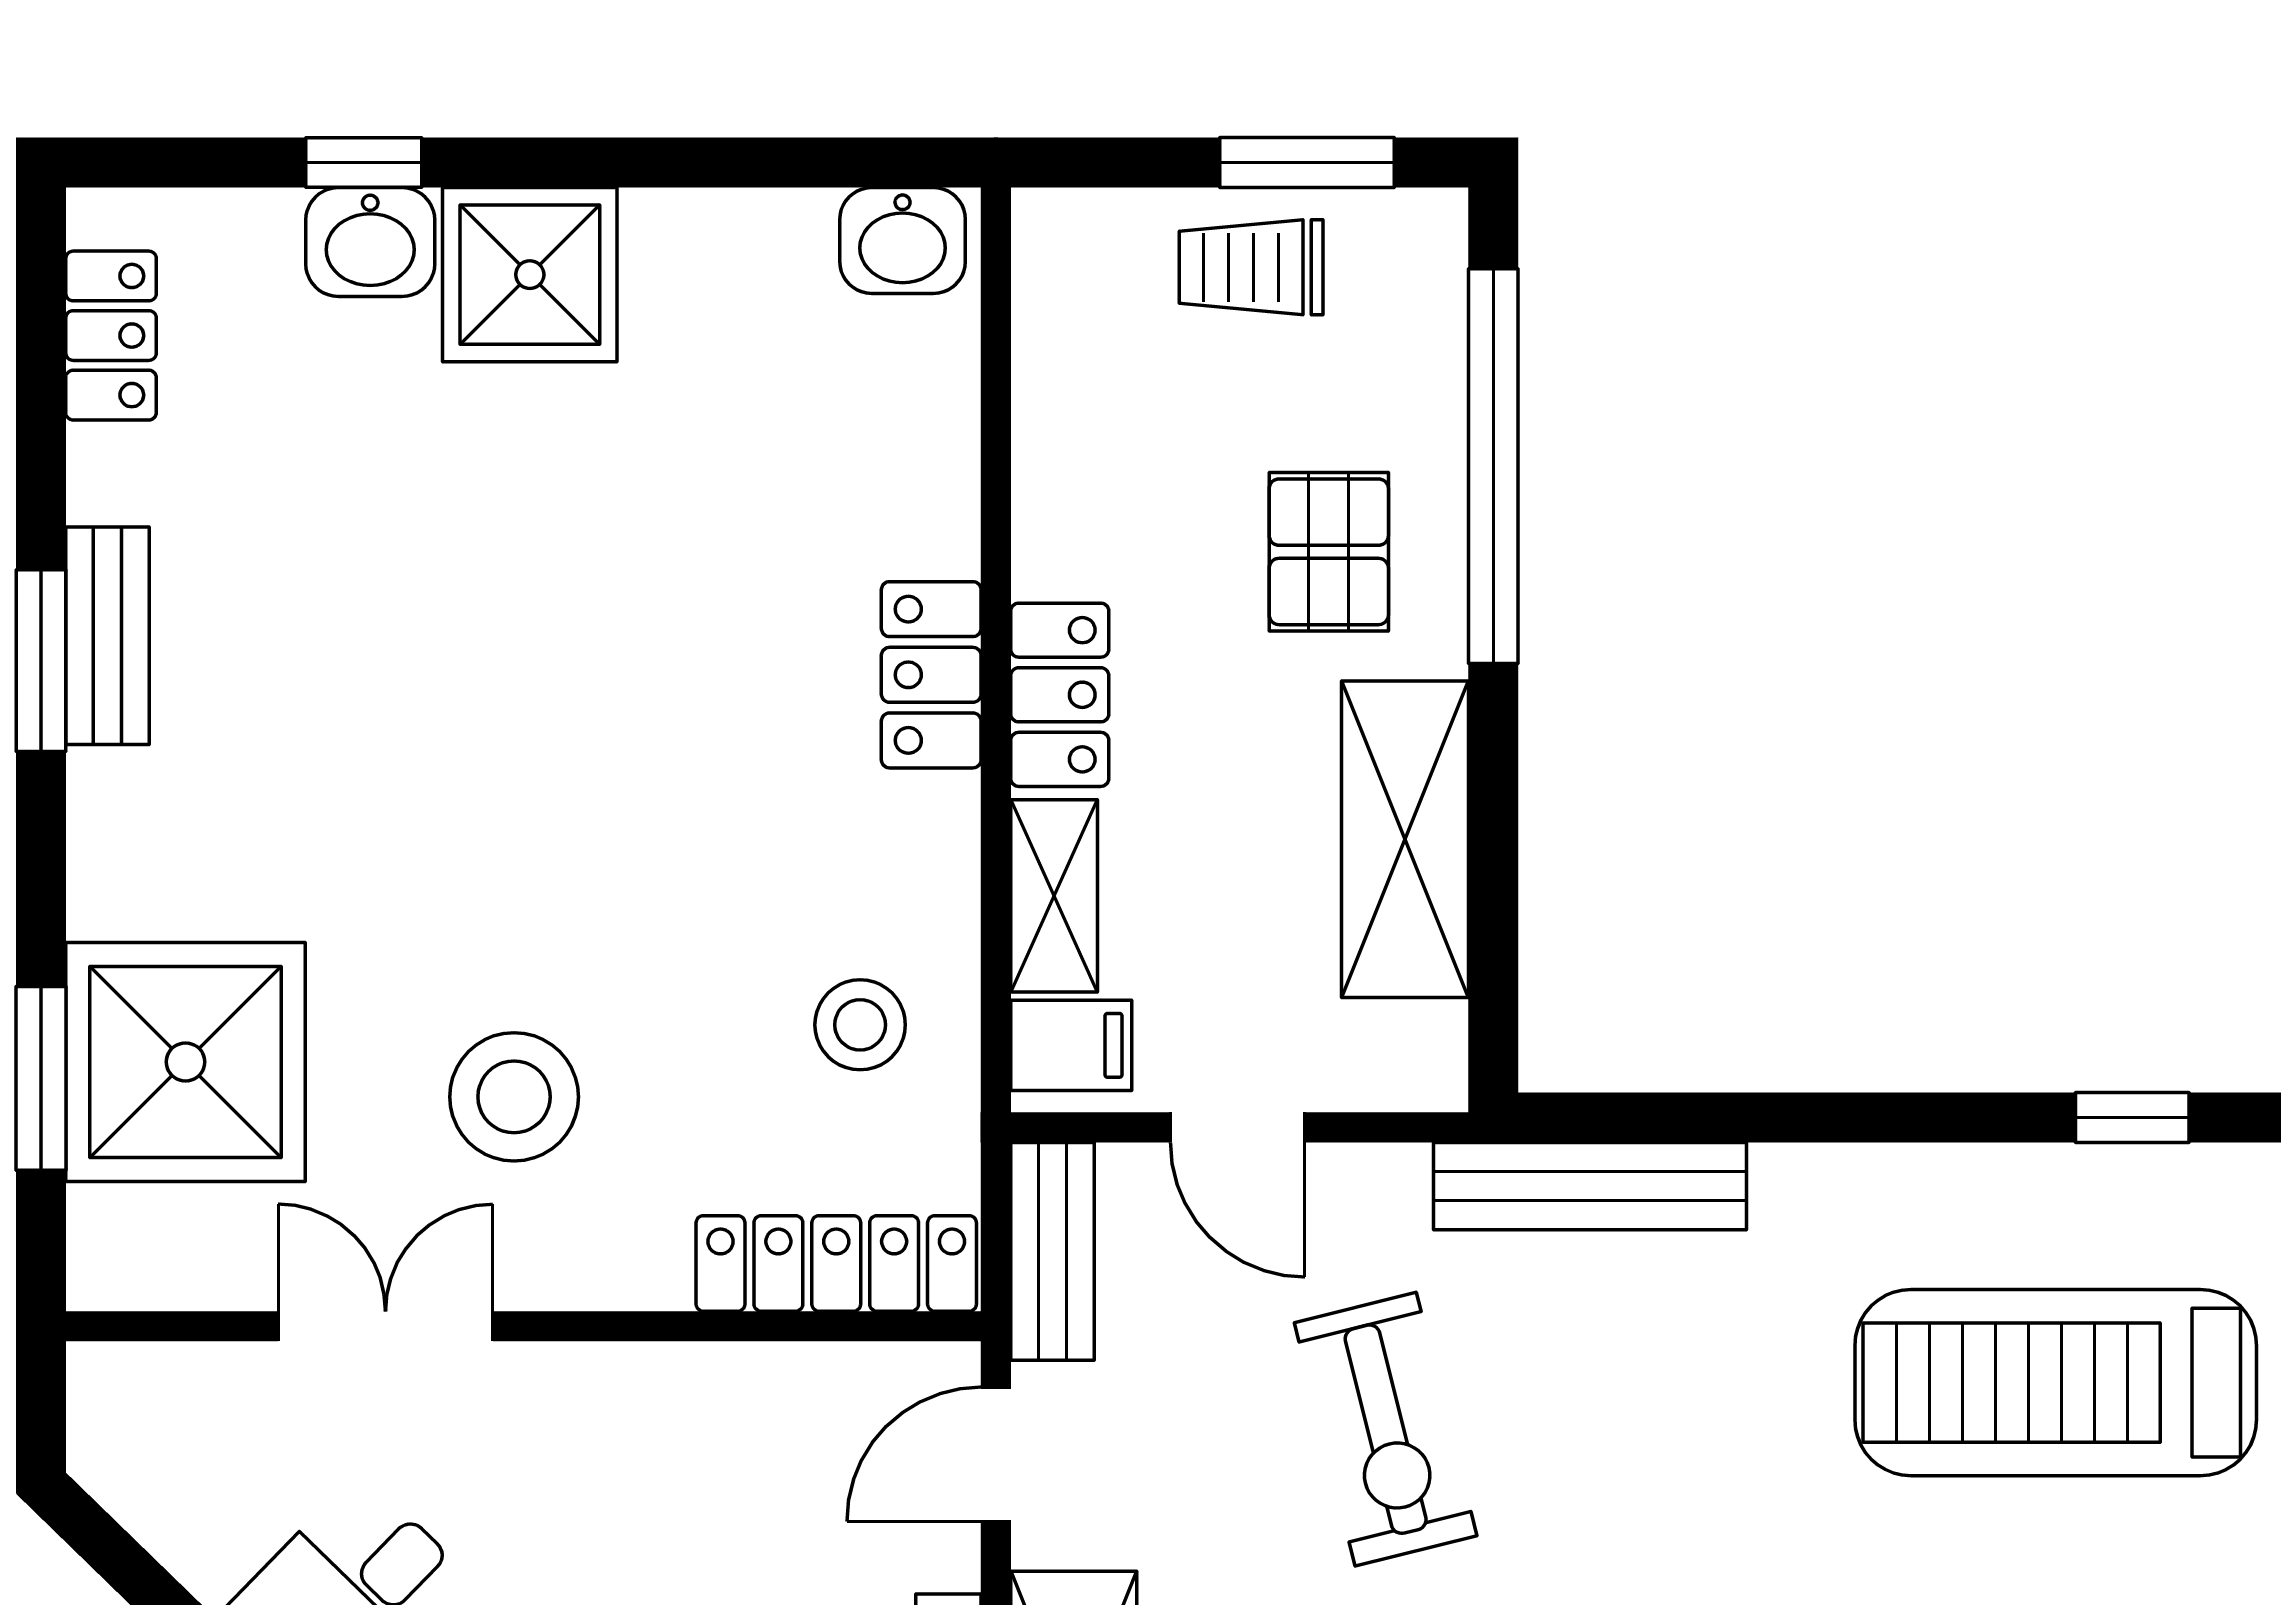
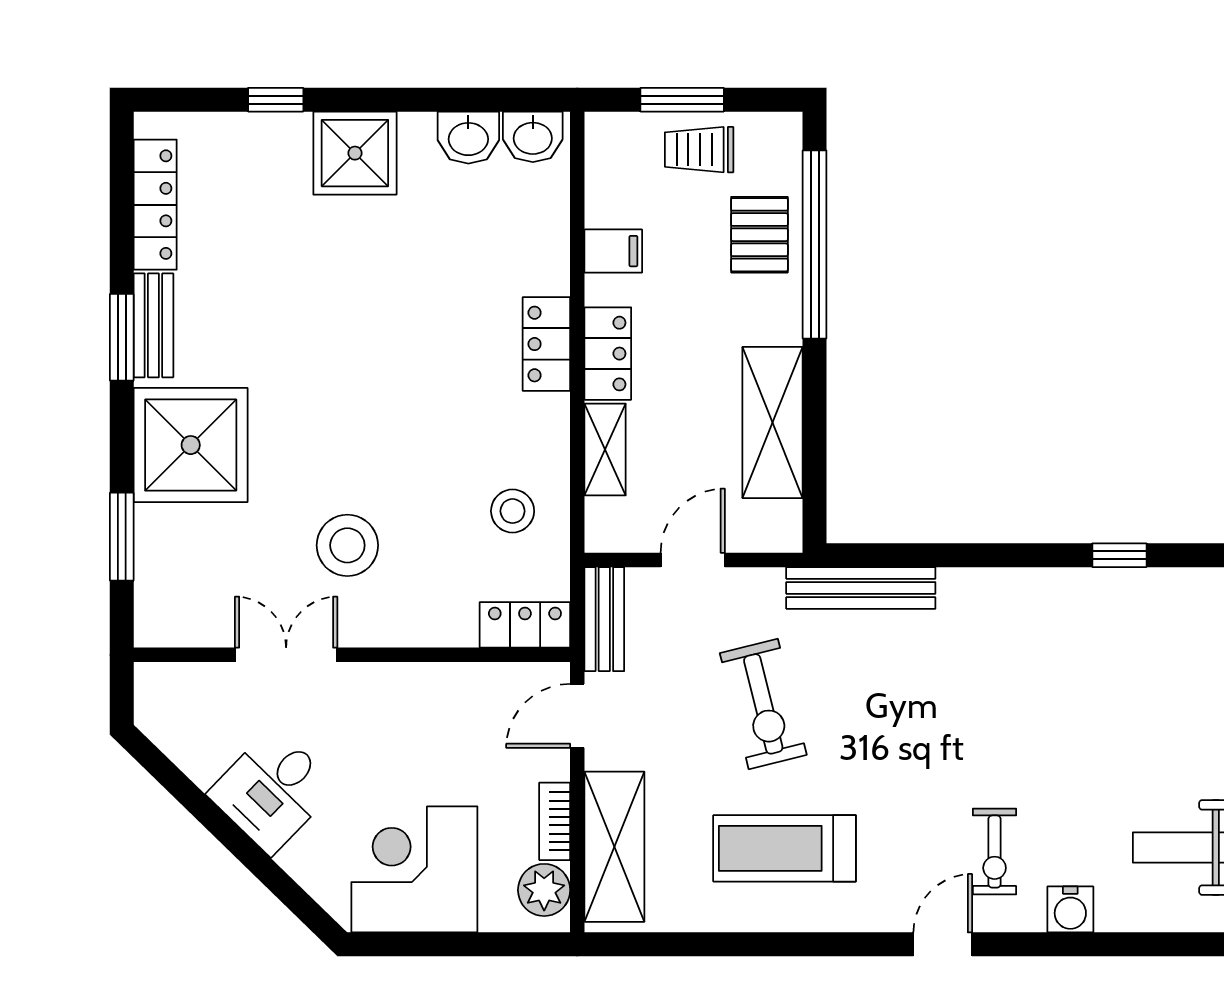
window: (1307, 163) -> (682, 100), moved
washbasin: (370, 242) -> (468, 138), moved
locker: (111, 336) -> (155, 205), width x1.53
pallet: (1329, 552) -> (759, 235), moved
filing cabinet: (1071, 1045) -> (613, 251), moved
shower: (186, 1062) -> (191, 445), moved
door: (1238, 1127) -> (693, 560), swing flipped
locker: (836, 1263) -> (525, 625), width x0.66
treadmill: (2056, 1383) -> (1083, 682), removed

